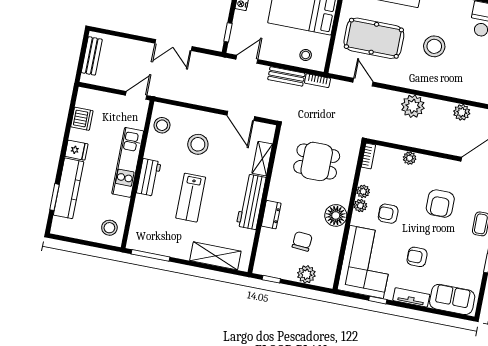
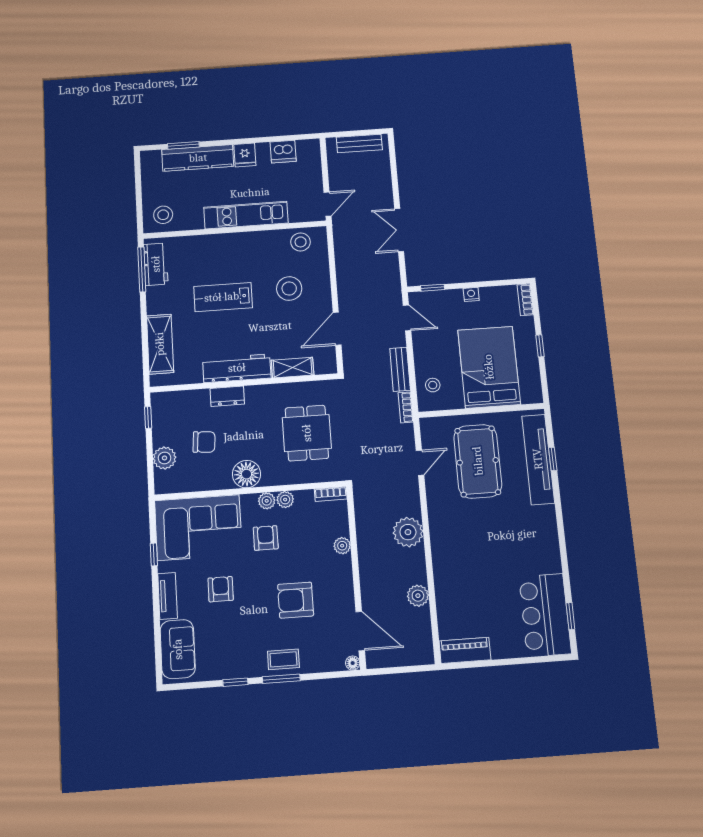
stool: (434, 46) -> (490, 538), removed
door: (136, 95) -> (328, 204), hinge flipped
workbench: (149, 177) -> (156, 264), moved, turned -90

